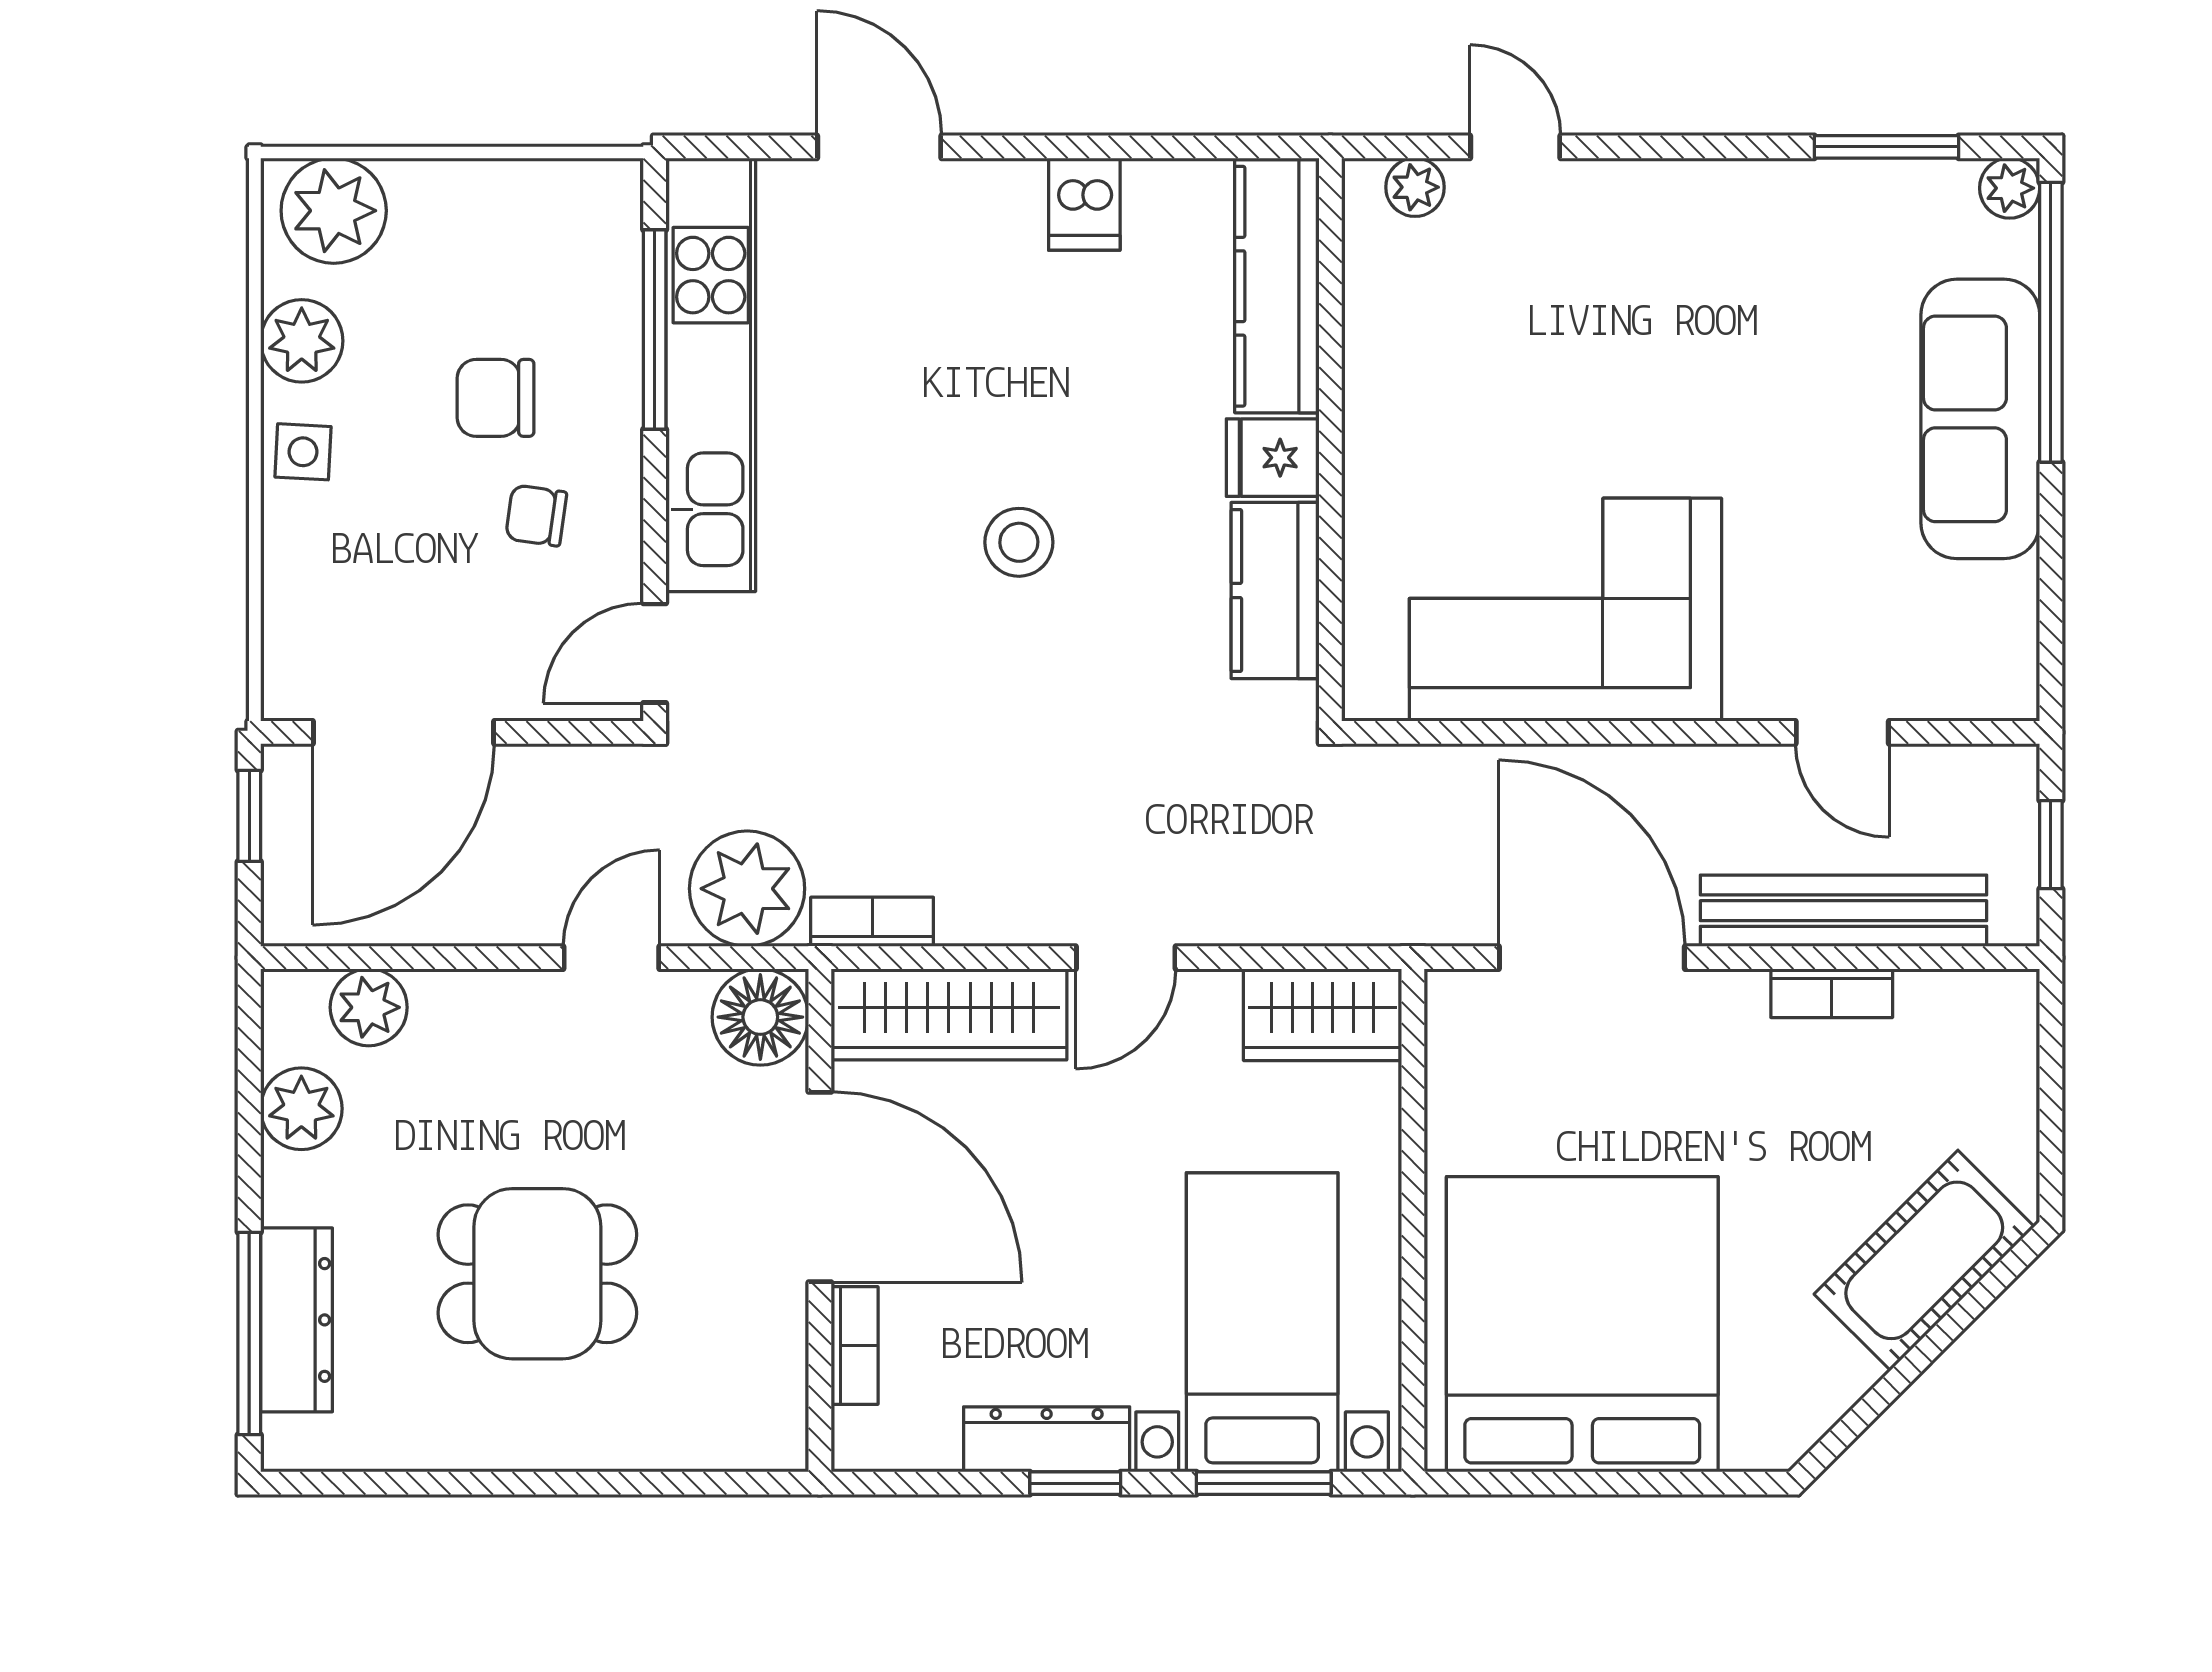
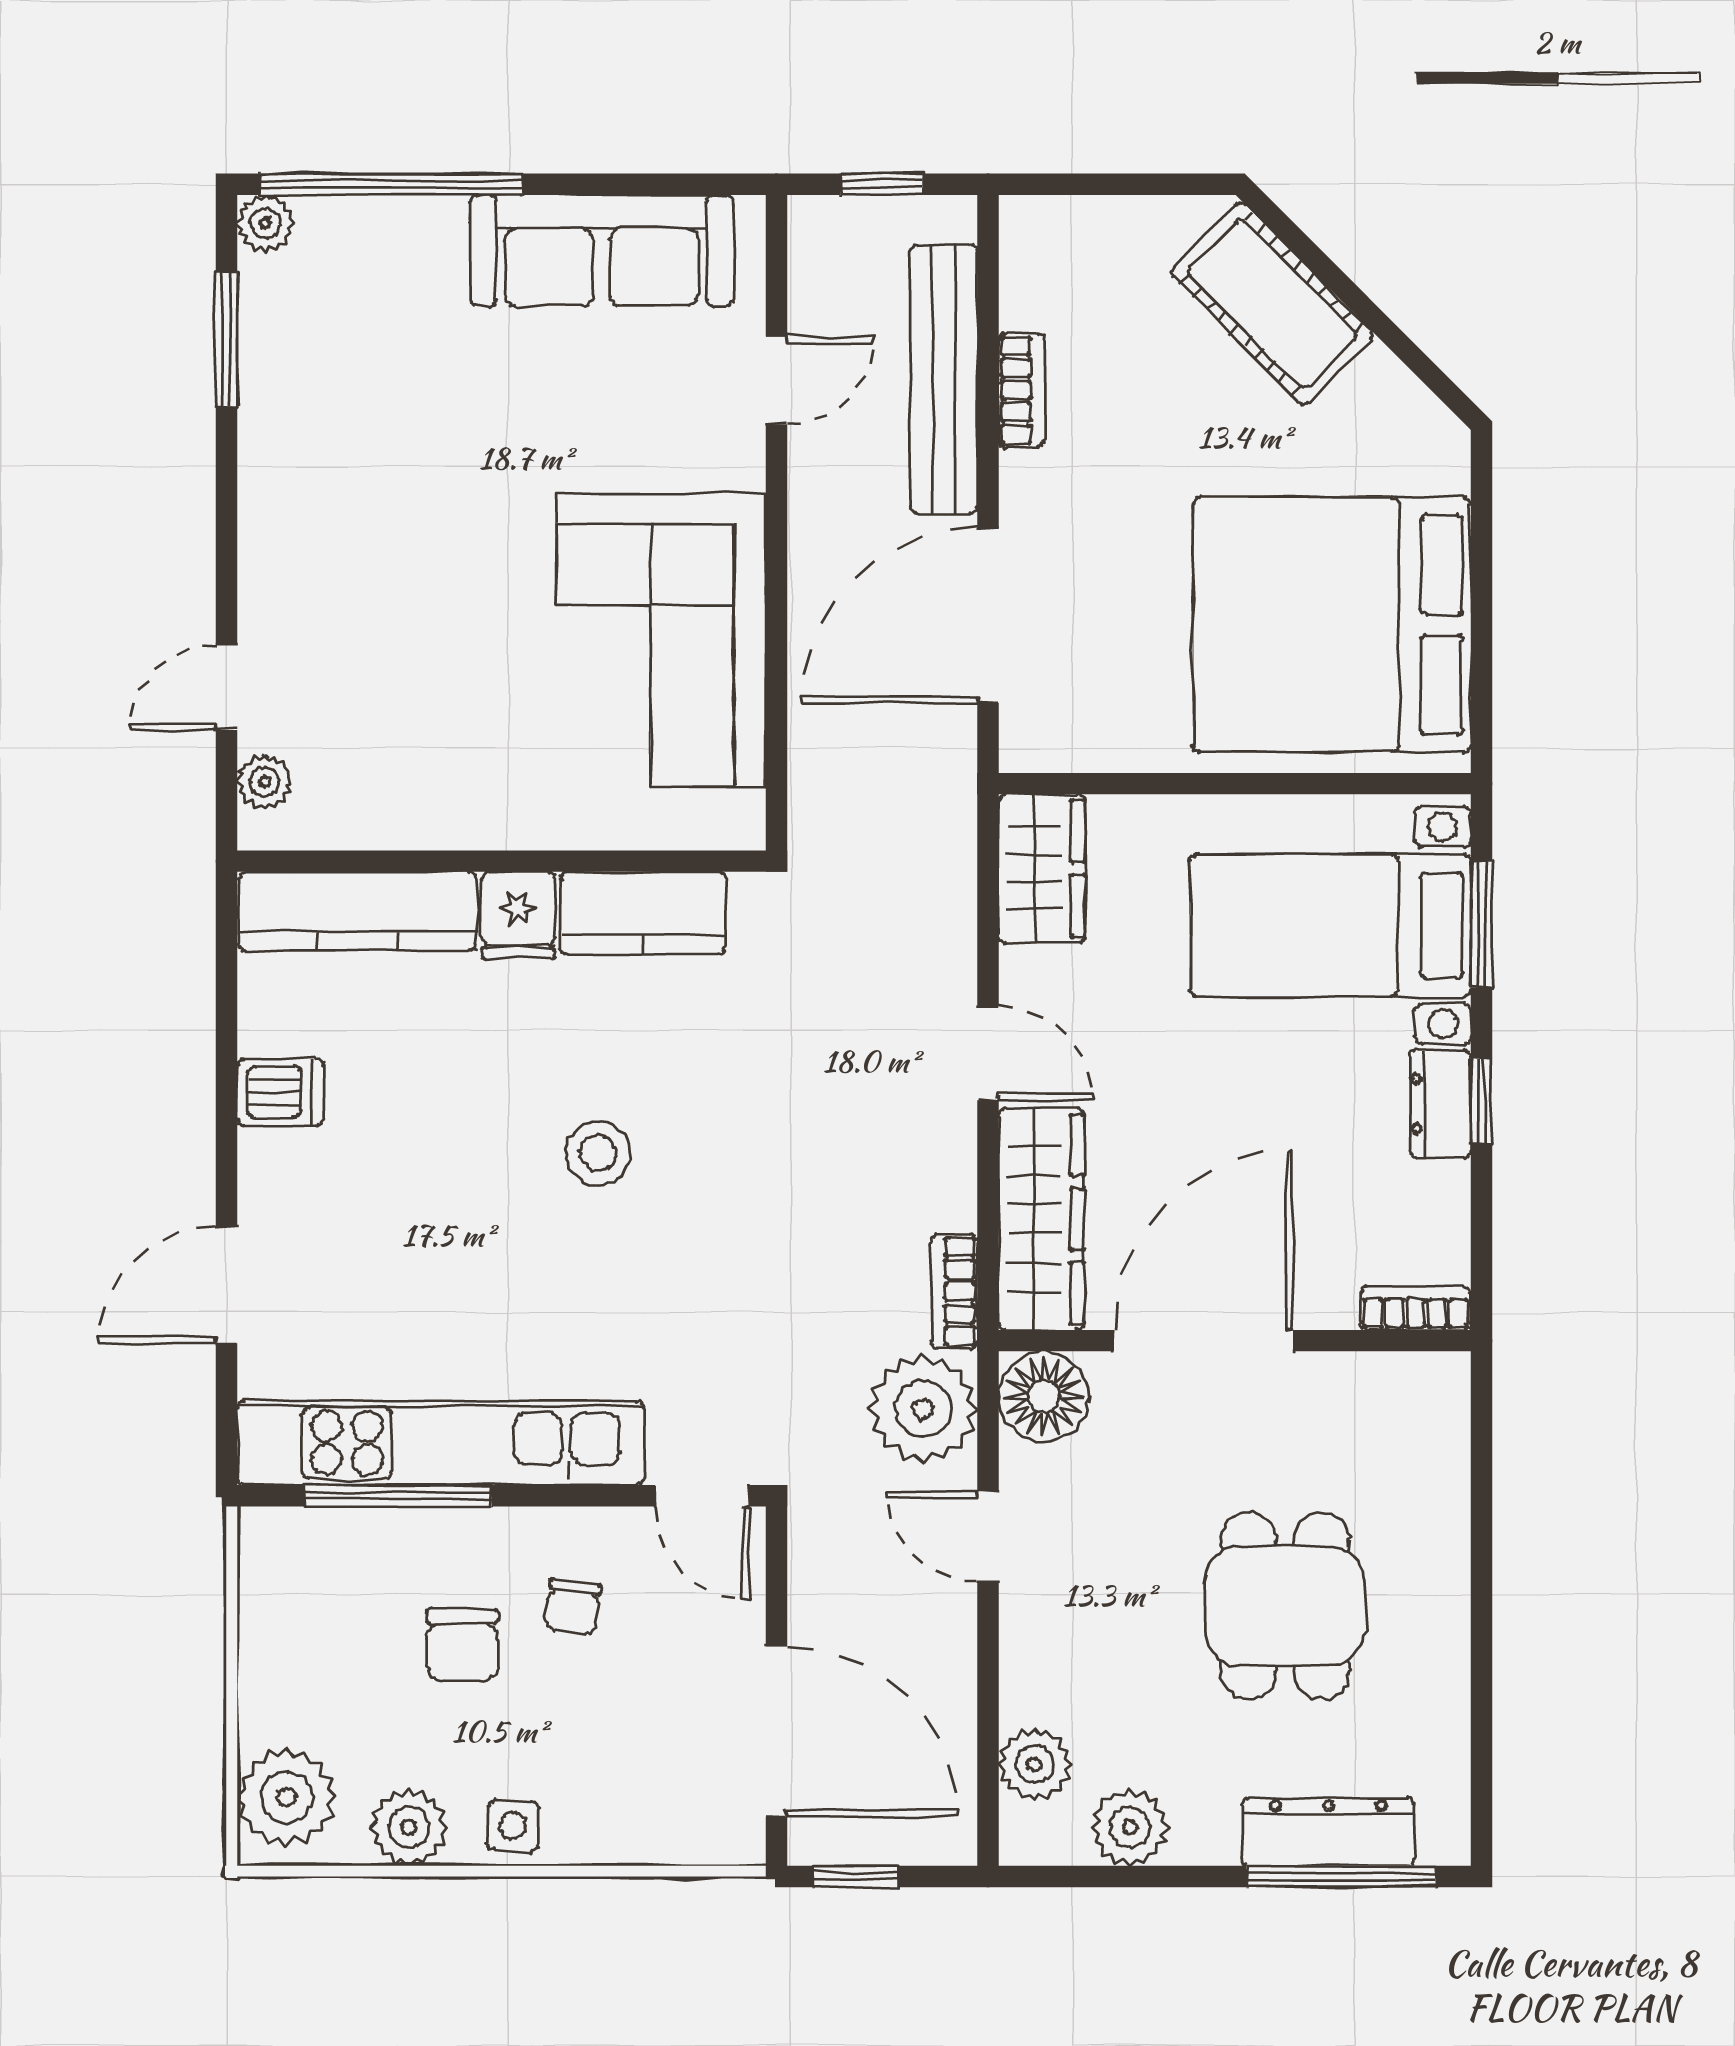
sofa: (1980, 419) -> (602, 251), moved
bookcase: (855, 1345) -> (1416, 1308), moved
dresser: (1047, 1439) -> (1440, 1104), width x0.70

